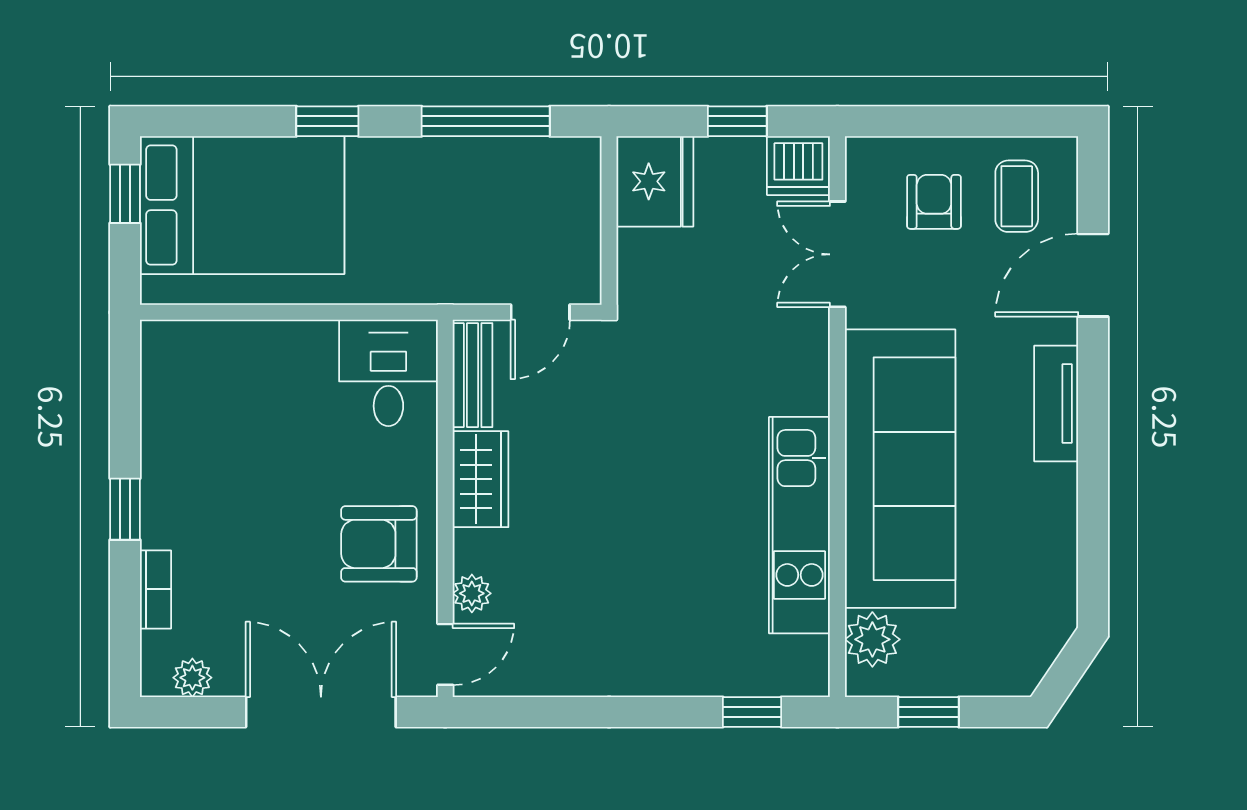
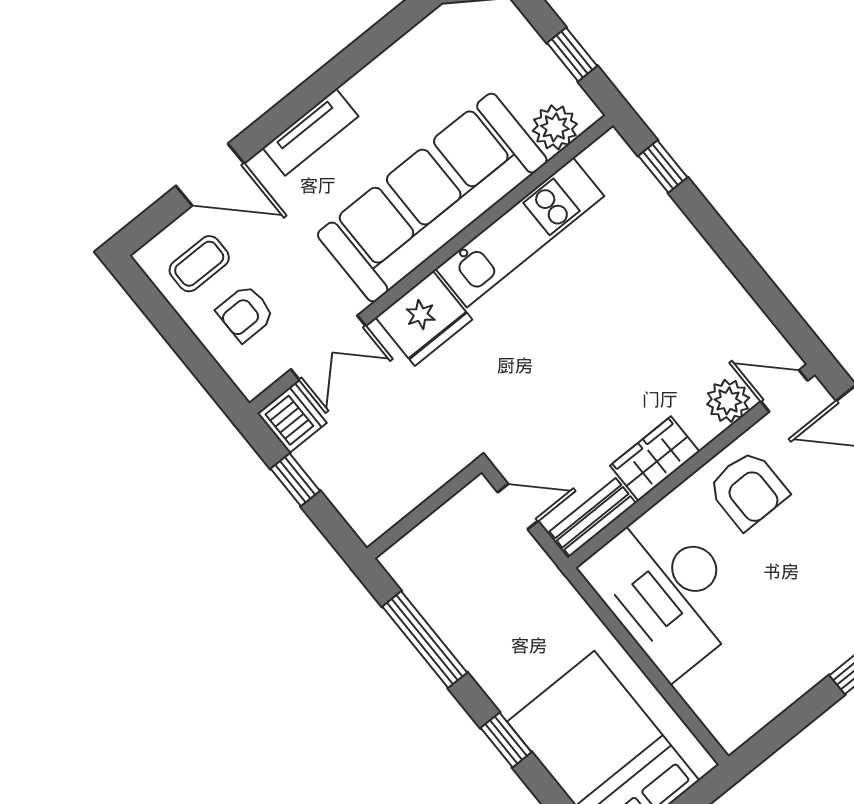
fridge: (655, 181) -> (424, 318), moved, turned 180
desk: (388, 373) -> (667, 591), width x1.87, depth x1.30
plant: (472, 593) -> (728, 401), width x1.38, depth x1.38

